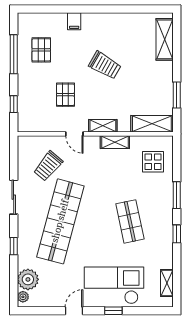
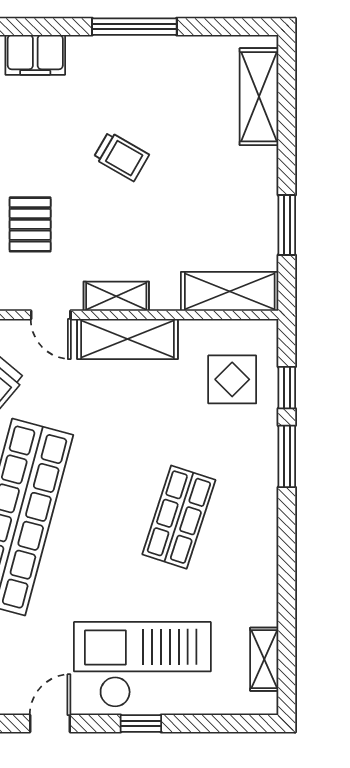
window: (111, 9) -> (134, 27), added
filing cabinet: (74, 21) -> (35, 55), width x2.00
trolley: (105, 65) -> (121, 156), width x0.73, depth x0.72
shelving: (115, 142) -> (127, 339), width x1.50, depth x1.33
shop shelf: (130, 221) -> (179, 517), turned 30
window: (177, 234) -> (287, 388), moved

